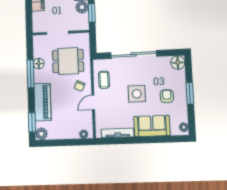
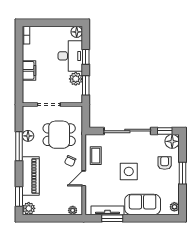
window: (170, 53) -> (165, 131), added
armchair: (167, 96) -> (165, 163), moved
window: (123, 141) -> (112, 218), added

